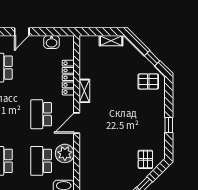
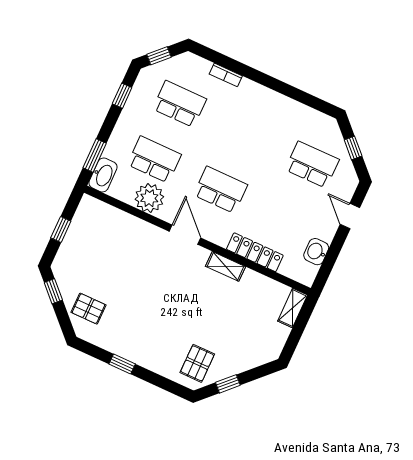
shelving: (111, 41) -> (293, 308), moved

